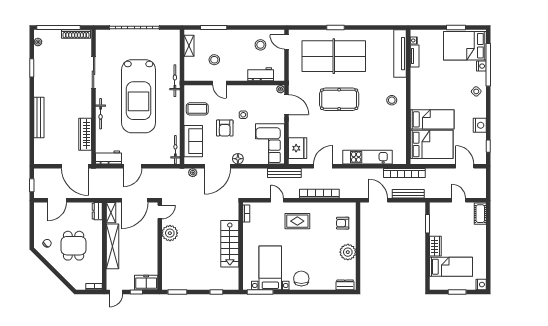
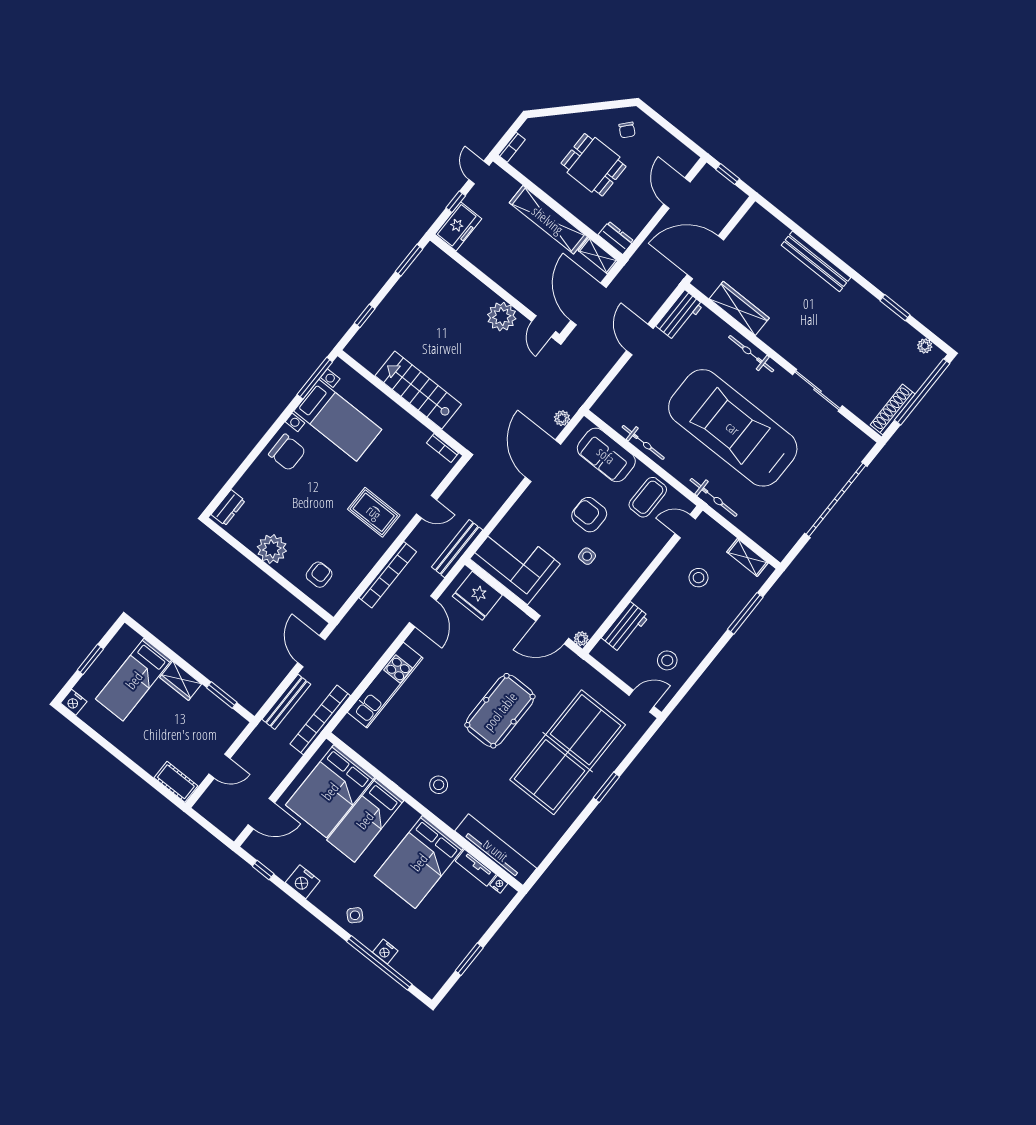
bed: (465, 46) -> (419, 862), moved, turned 180
door: (219, 83) -> (685, 526), moved
bicycle: (175, 150) -> (643, 442), moved
floor lamp: (238, 159) -> (530, 498), removed
door: (378, 200) -> (311, 651), swing flipped
rug: (297, 221) -> (374, 512), turned 90

